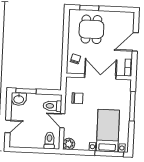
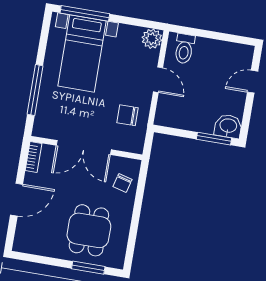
toilet: (52, 106) -> (172, 107), removed

